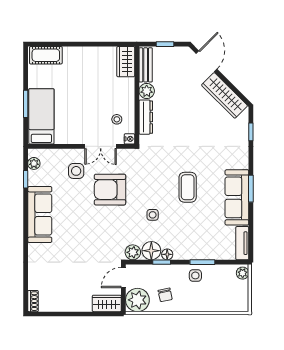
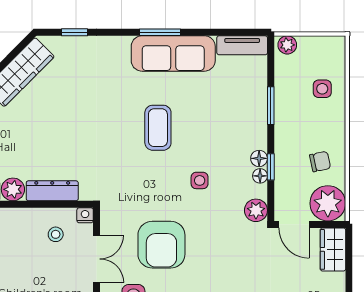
coffee table: (188, 187) -> (158, 128), turned 90
floor lamp: (151, 251) -> (260, 176), width x0.53, depth x0.53
side table: (195, 275) -> (322, 89), moved

